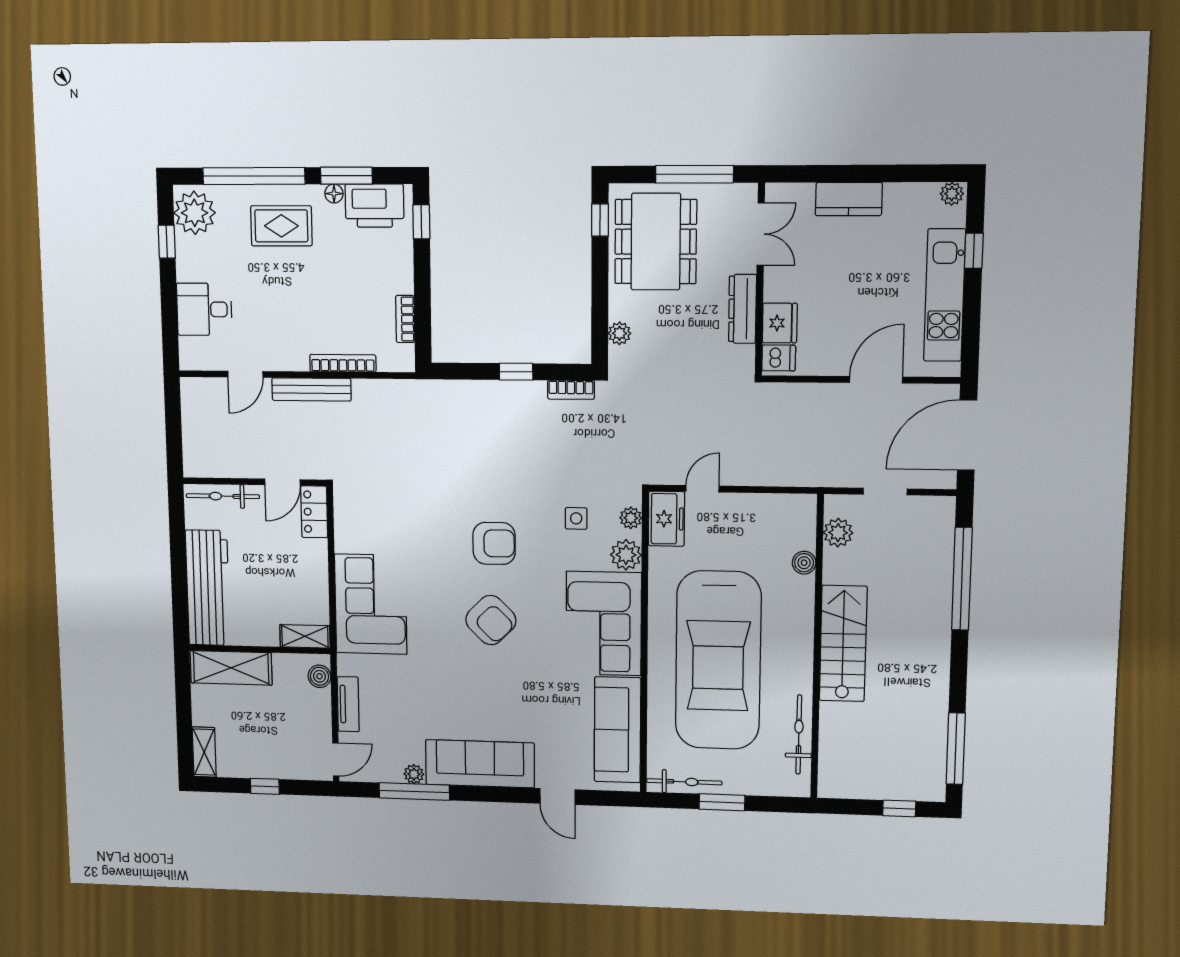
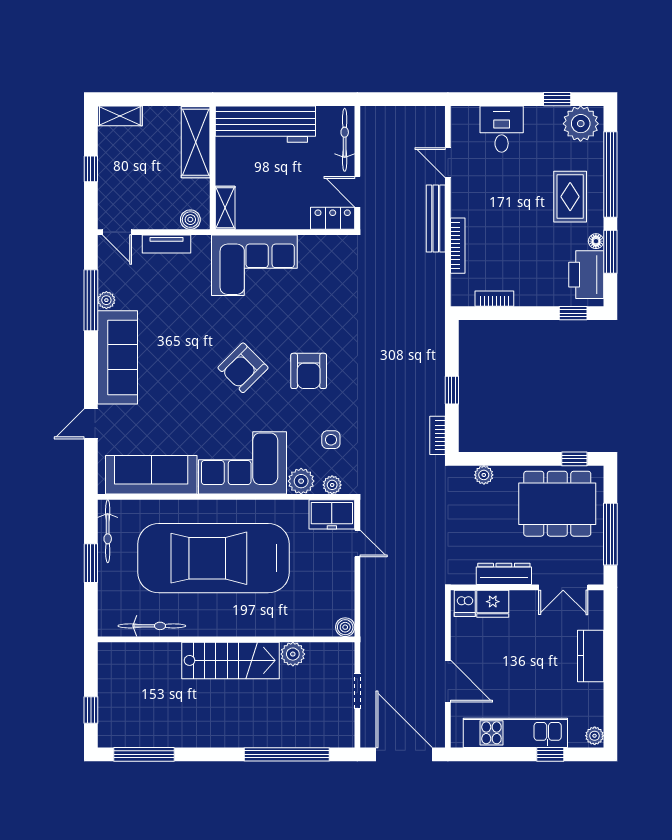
plant: (838, 533) -> (293, 654), moved
boiler: (804, 563) -> (345, 627), moved

